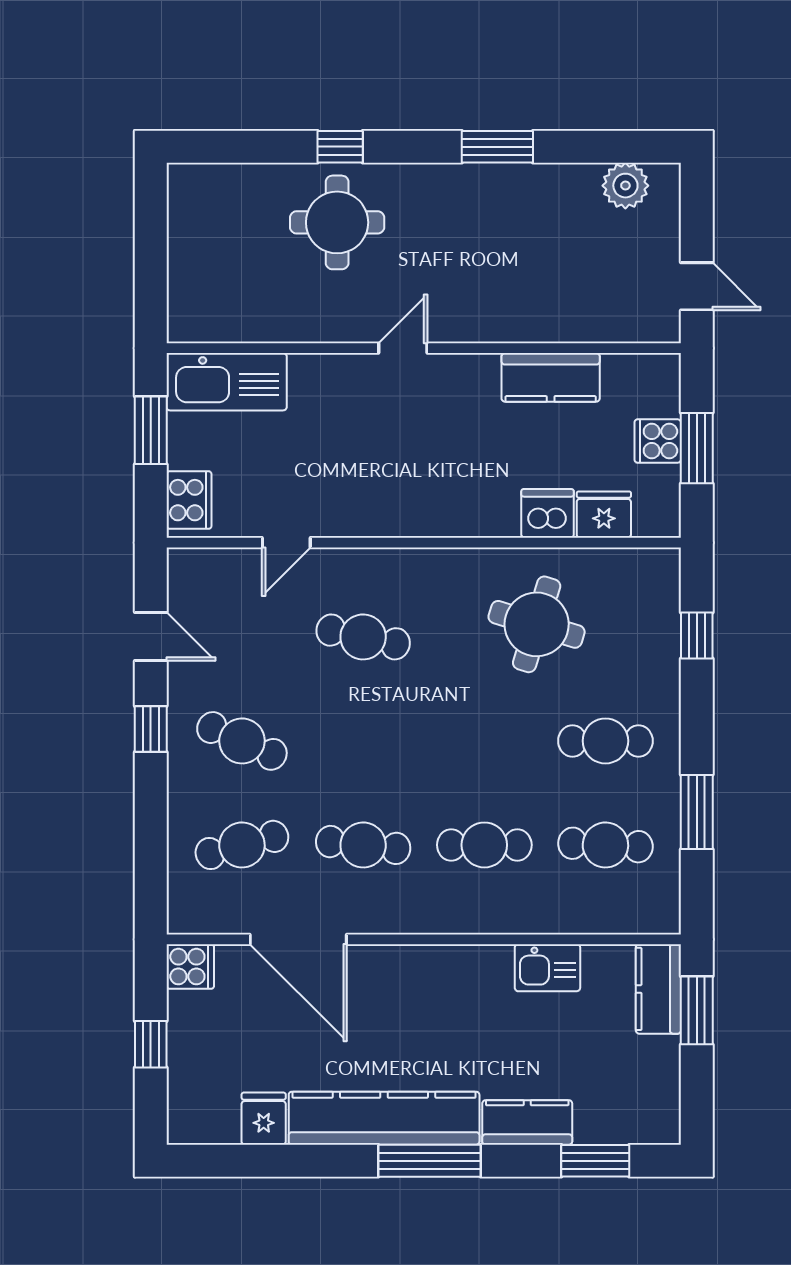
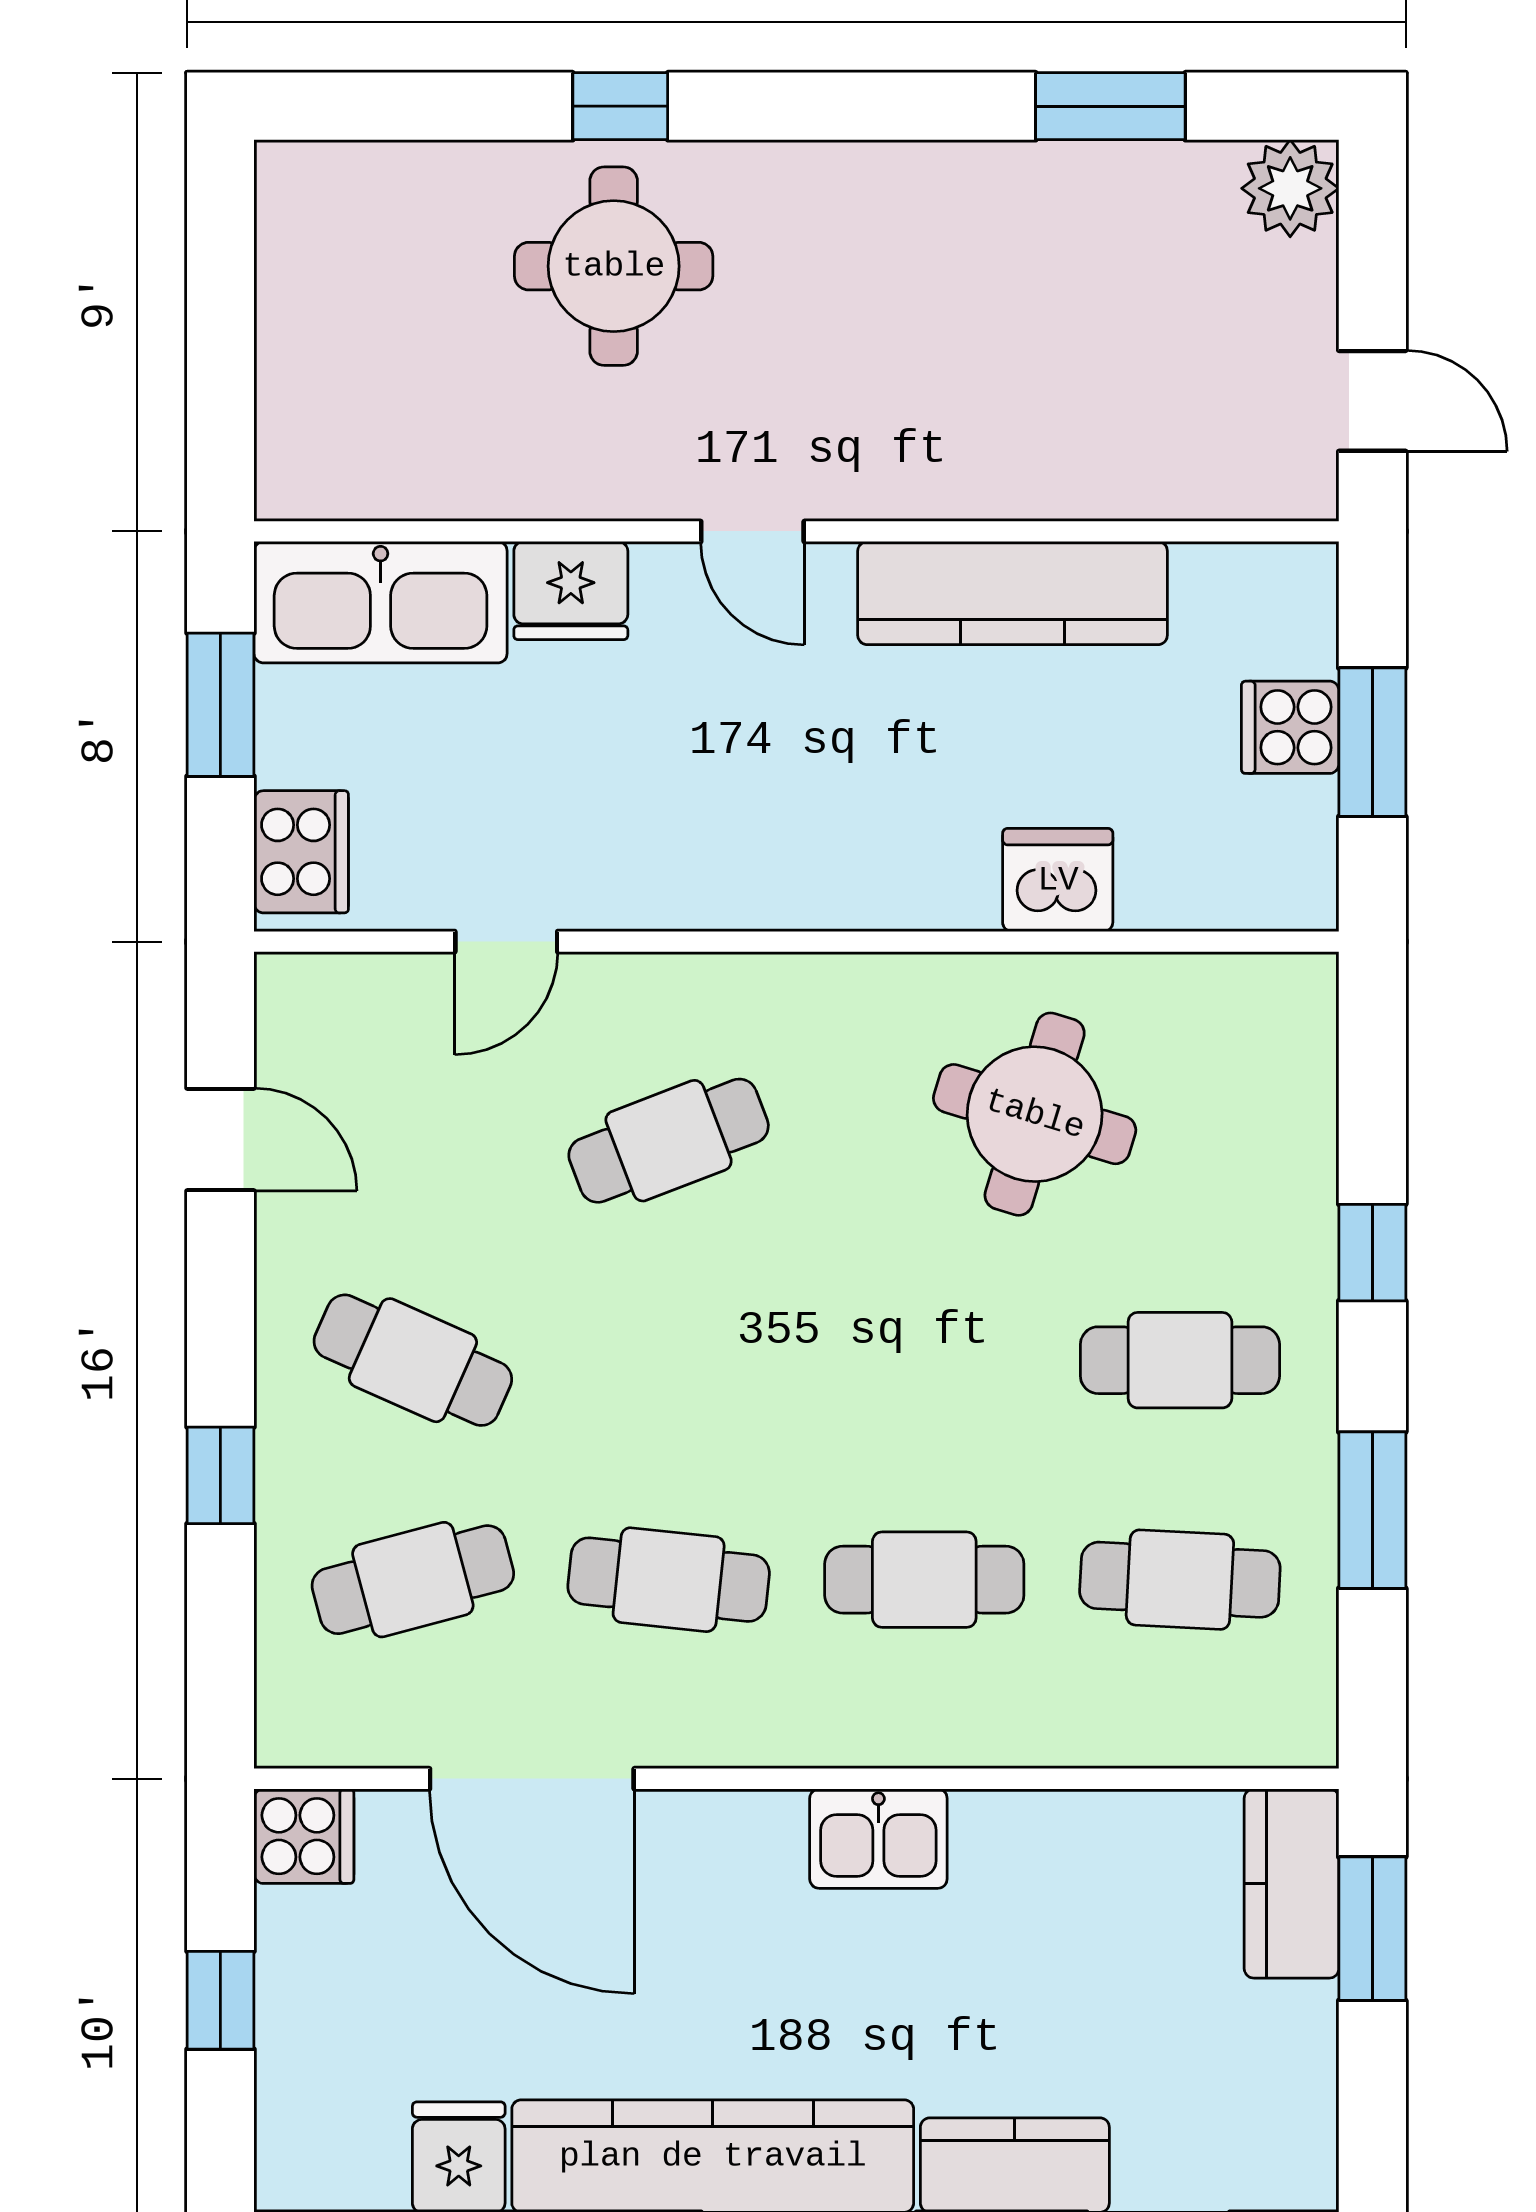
window: (497, 147) -> (1110, 106), moved
plant: (625, 186) -> (1290, 188), moved
door: (403, 348) -> (752, 531), swing flipped
kitchen counter: (551, 377) -> (1013, 593), width x1.50
fridge: (604, 515) -> (571, 591), moved, turned 180
window: (697, 635) -> (1372, 1253), moved
cafe table: (363, 637) -> (669, 1141), turned -33
window: (151, 729) -> (220, 1475), moved
kitchen sink: (547, 968) -> (878, 1839), moved

